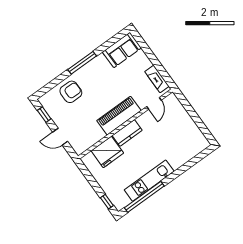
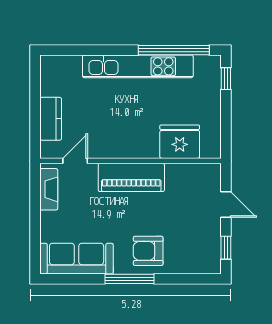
sofa: (122, 50) -> (77, 259), width x1.36
armchair: (71, 92) -> (148, 251), moved
kitchen counter: (127, 133) -> (51, 119), moved, turned 90
kitchen unit: (149, 181) -> (138, 66), width x1.36

